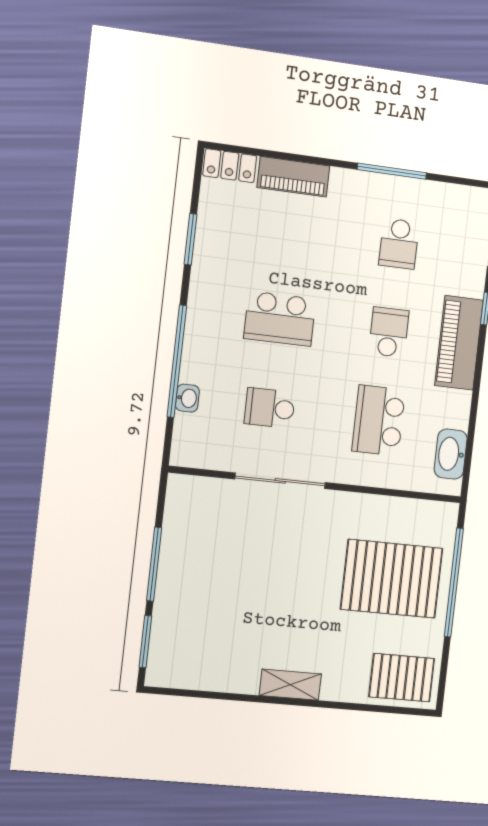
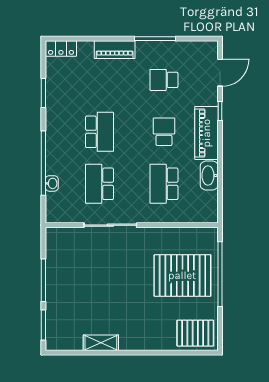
piano: (293, 177) -> (115, 50), moved
school desk: (399, 244) -> (164, 80), turned 90
school desk: (280, 319) -> (99, 132), turned -90
school desk: (270, 408) -> (99, 184), width x1.85
washbasin: (451, 454) -> (209, 176), moved
shelving: (290, 685) -> (101, 343), moved

